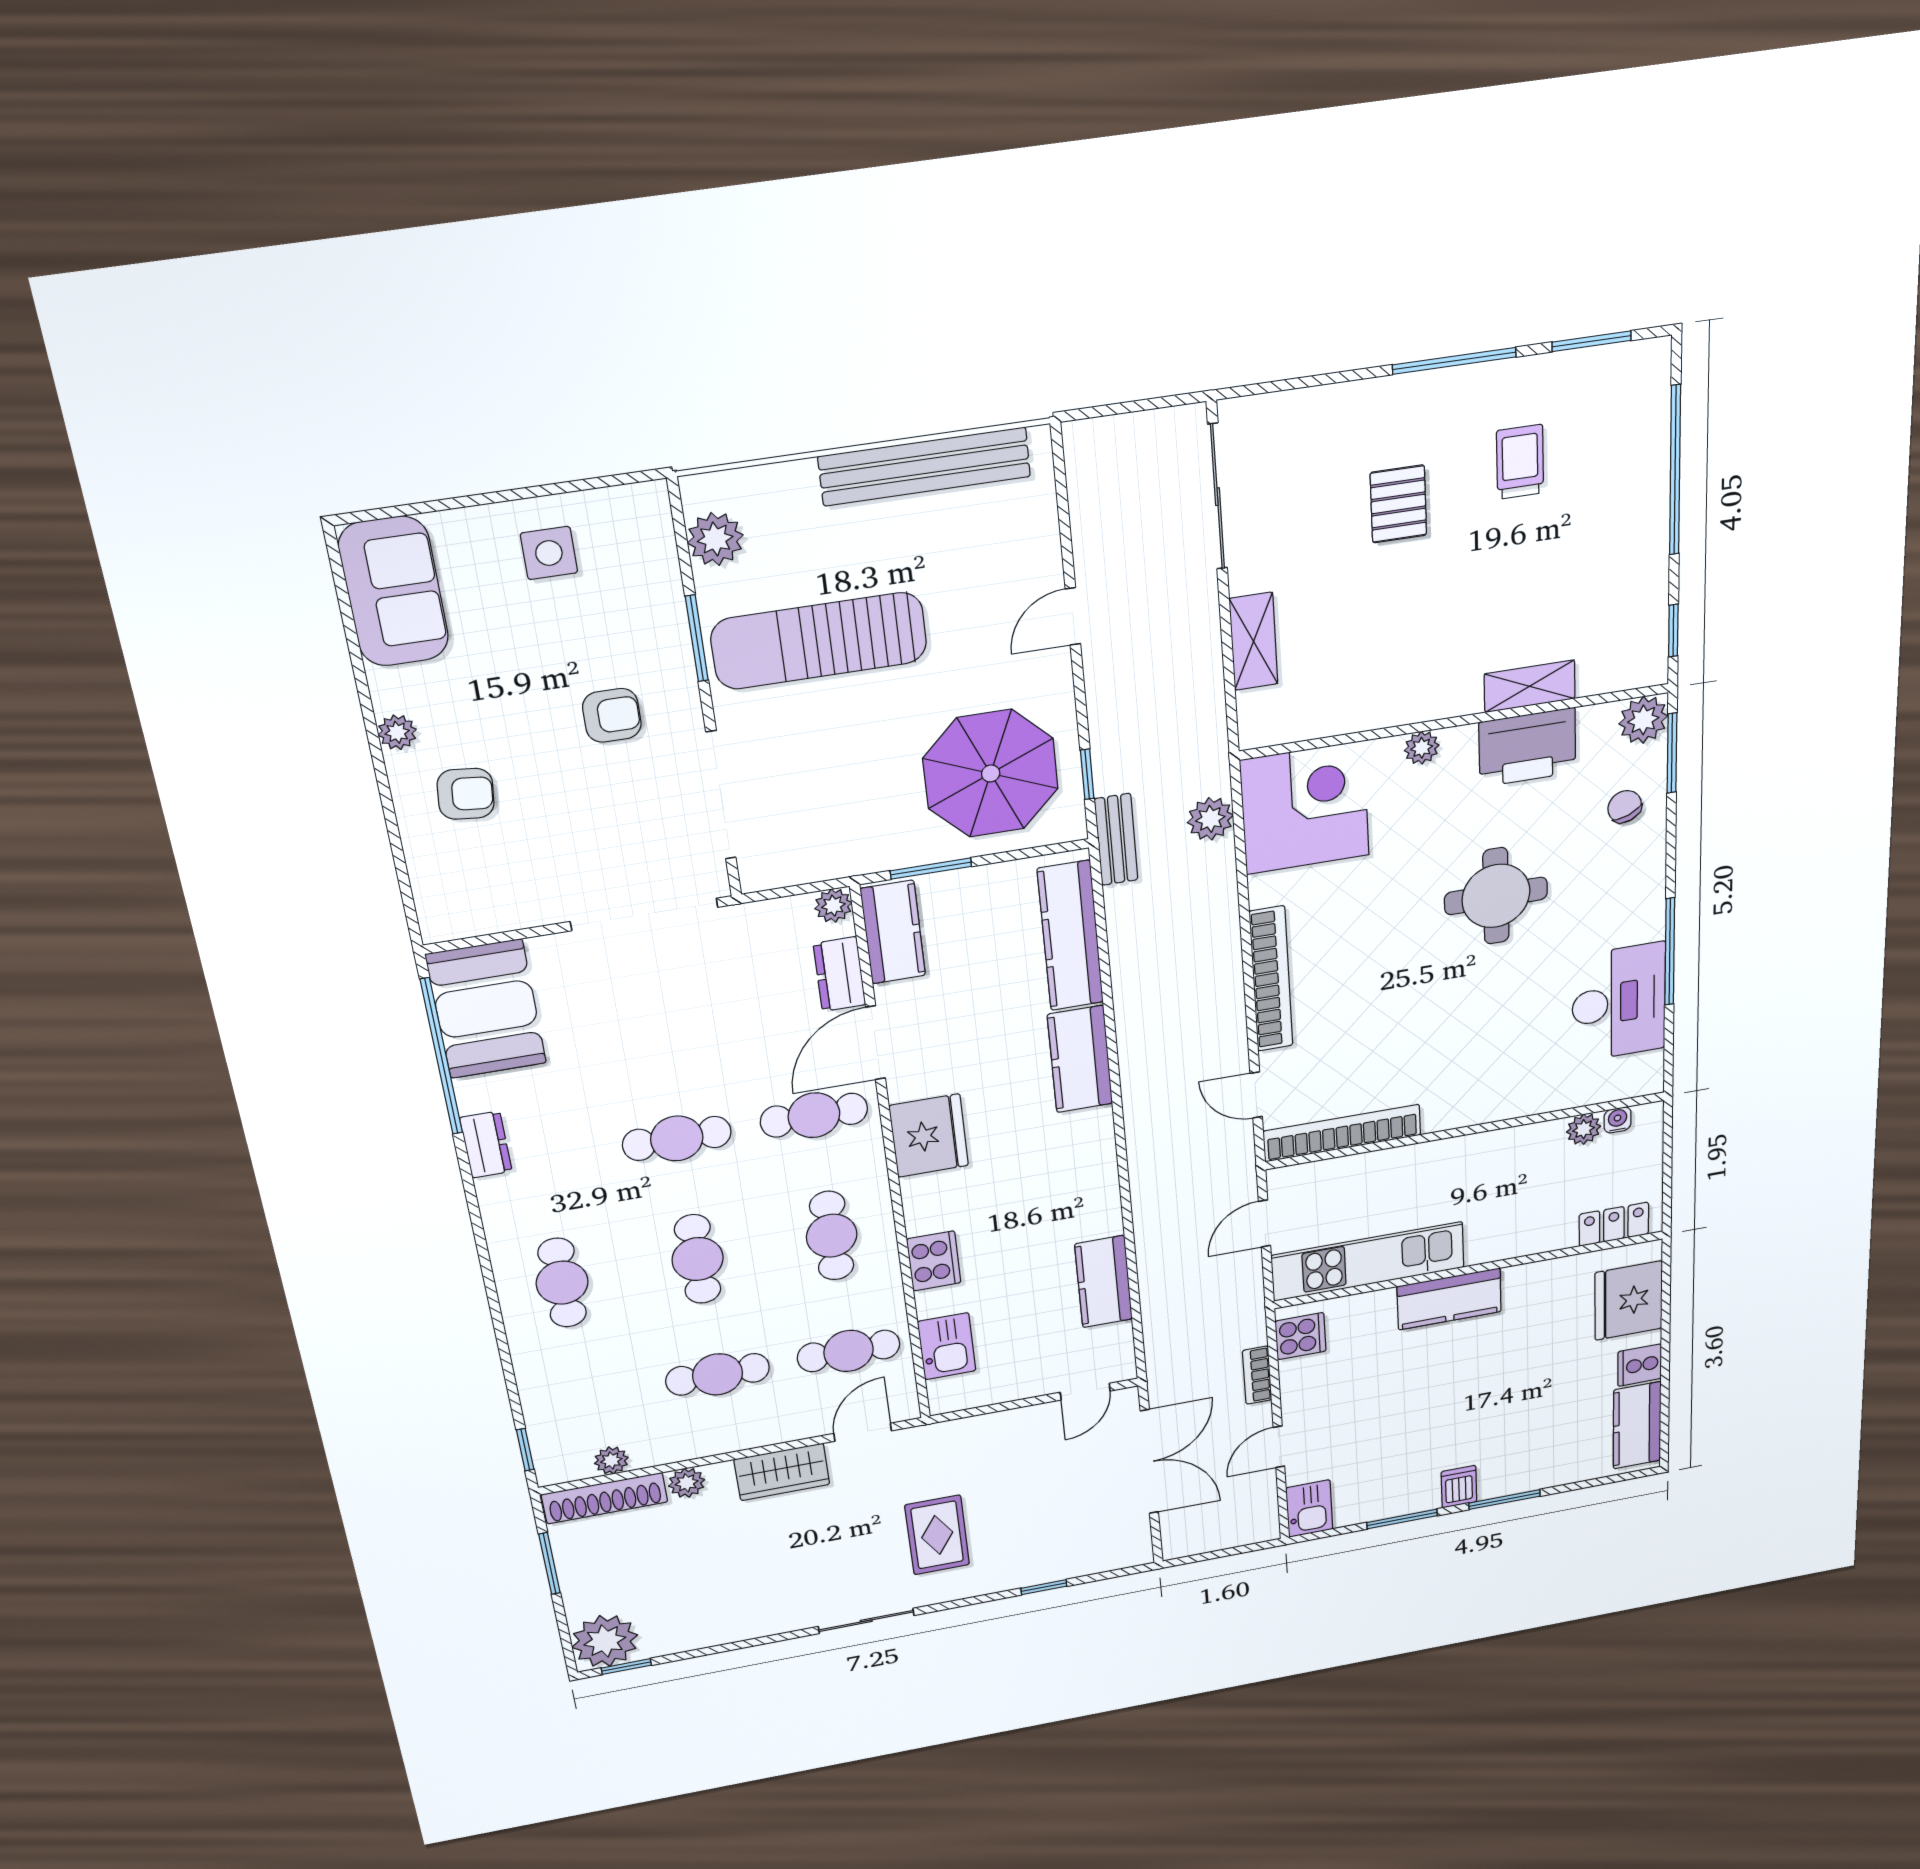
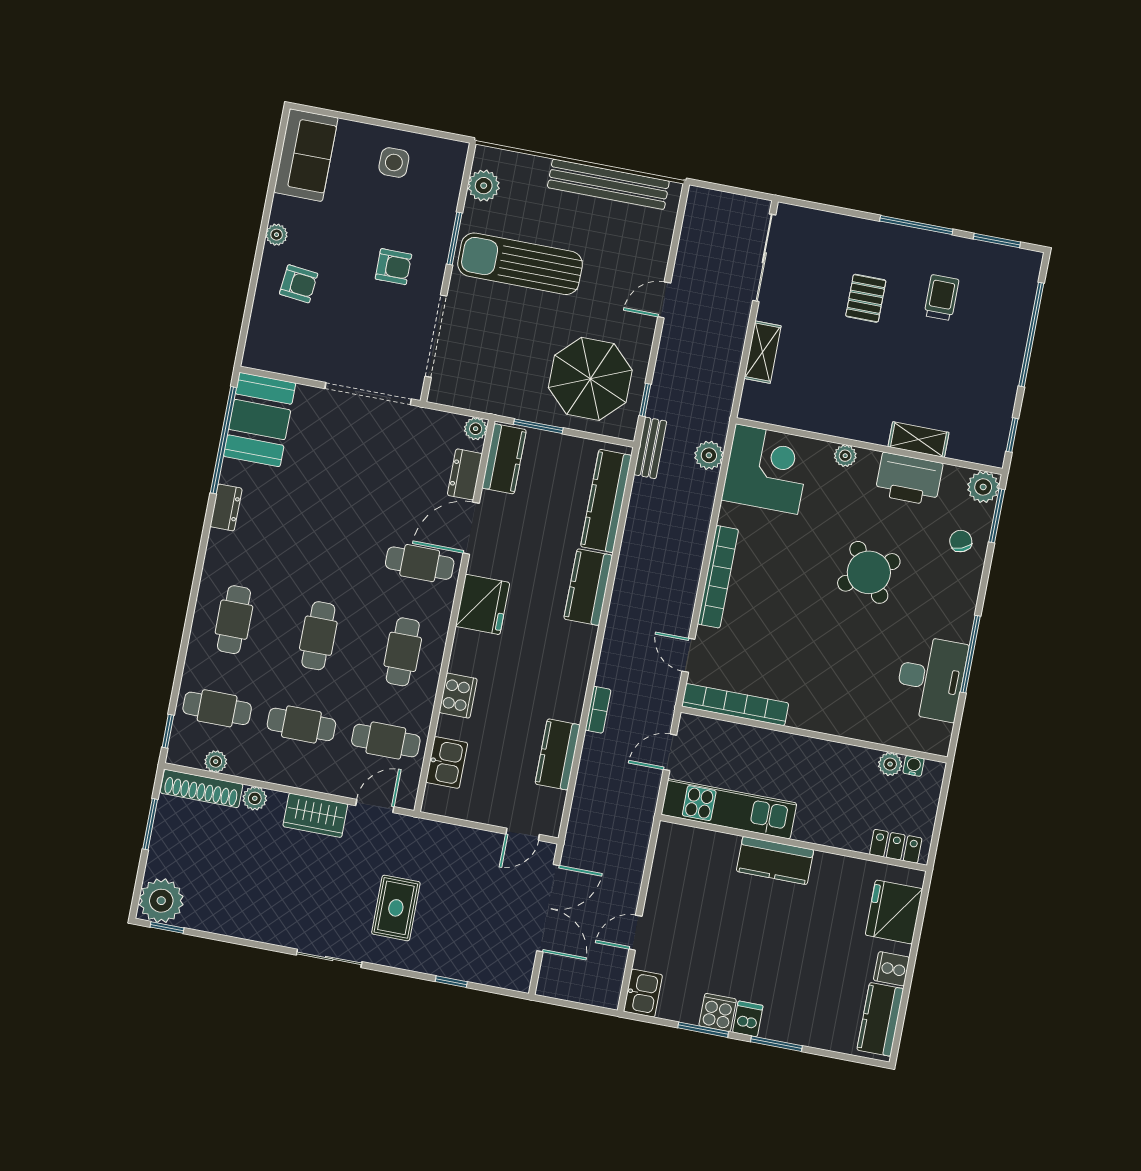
round table: (1496, 896) -> (869, 572), turned -36
cafe table: (677, 1138) -> (217, 708), moved
cooker: (1301, 1336) -> (718, 1012), moved, turned -90
bookcase: (1257, 1375) -> (598, 710), moved, turned 180

